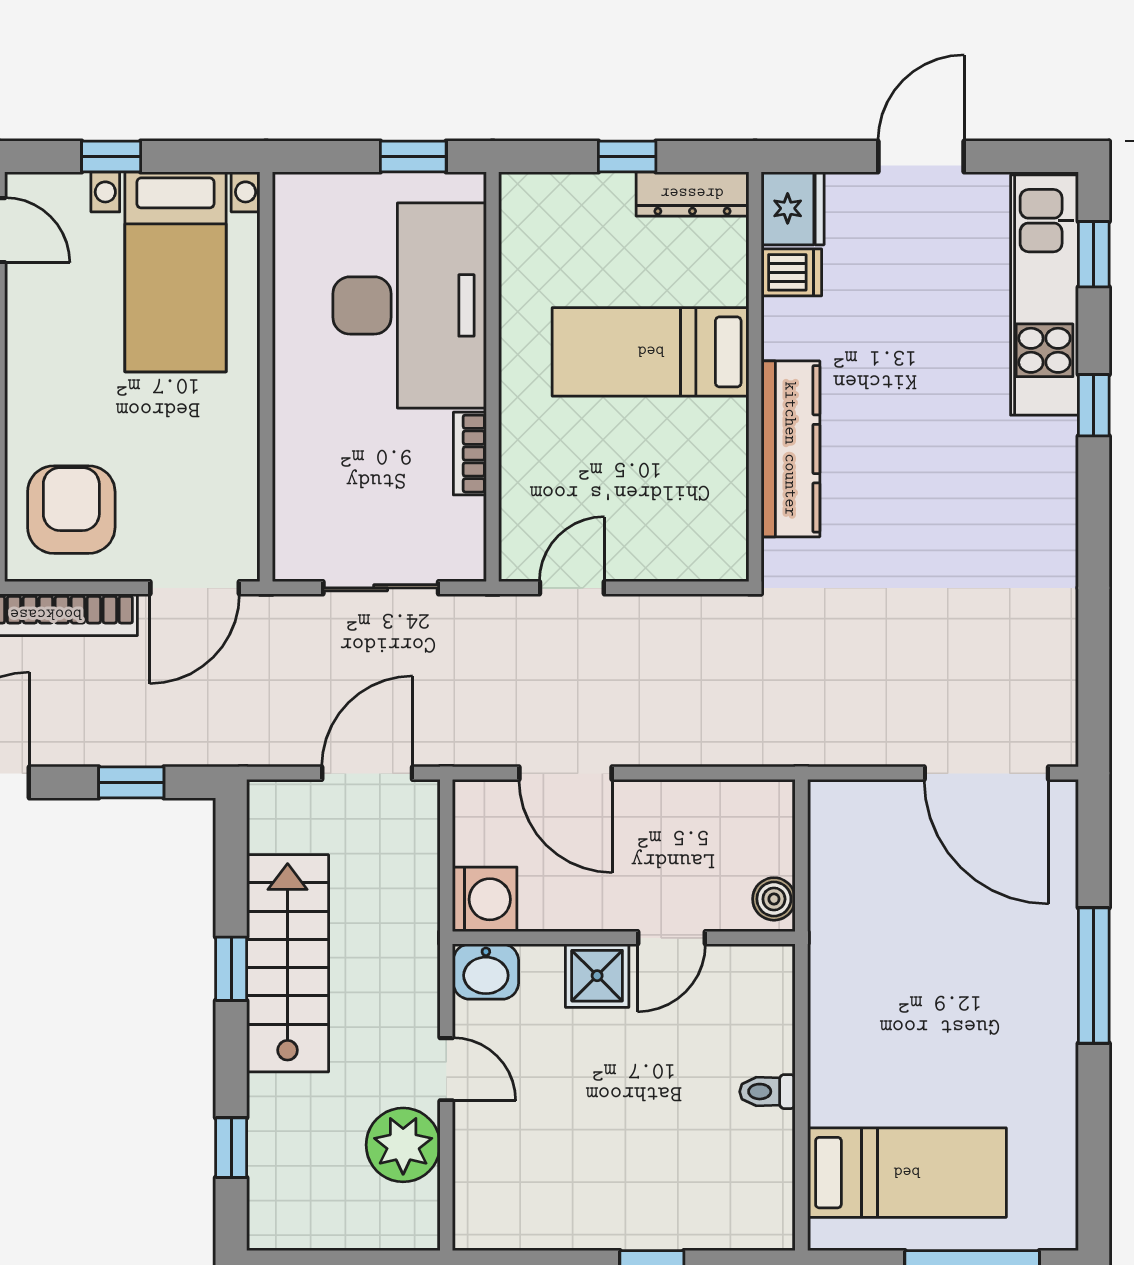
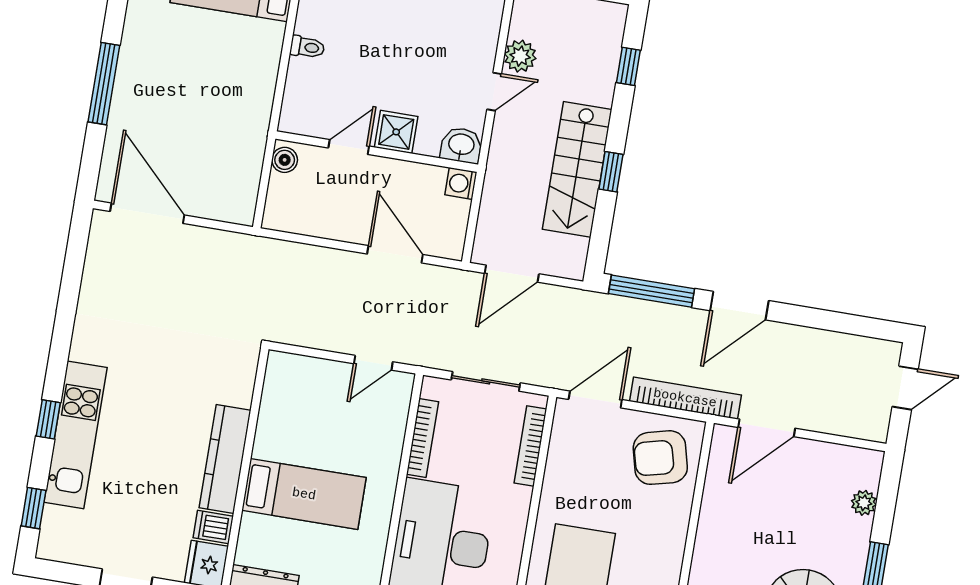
kitchen unit: (1044, 295) -> (75, 435), moved
kitchen counter: (791, 449) -> (225, 459), moved
bookcase: (470, 454) -> (422, 438), width x1.56
bookcase: (289, 493) -> (530, 446), added
armchair: (71, 510) -> (660, 458), turned 76
window: (131, 782) -> (652, 291), width x2.17
washing machine: (485, 899) -> (461, 183), width x0.73, depth x0.73
door: (446, 1069) -> (494, 92), swing flipped
plant: (403, 1145) -> (520, 56), width x0.73, depth x0.73

